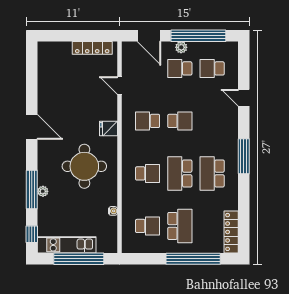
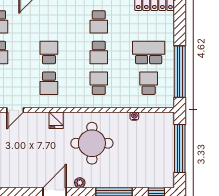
school desk: (180, 173) -> (99, 53), width x0.54
school desk: (212, 173) -> (99, 22), width x0.54
plant: (43, 191) -> (80, 183), moved
kitchen unit: (67, 245) -> (167, 160), removed
window: (193, 259) -> (180, 72), moved

